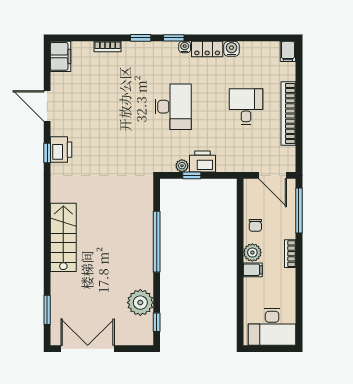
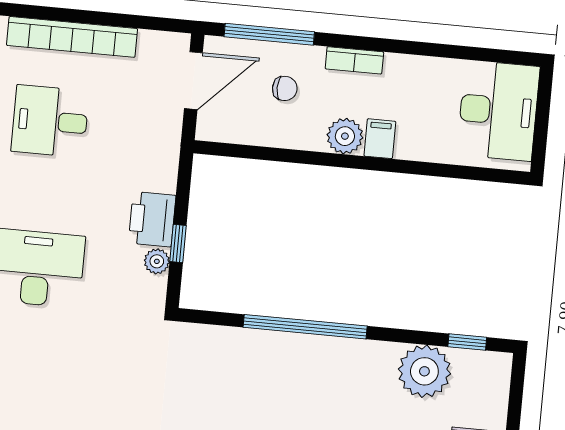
chair: (255, 225) -> (285, 88), moved

